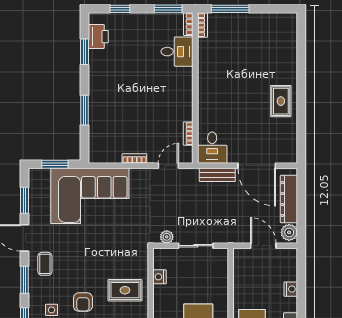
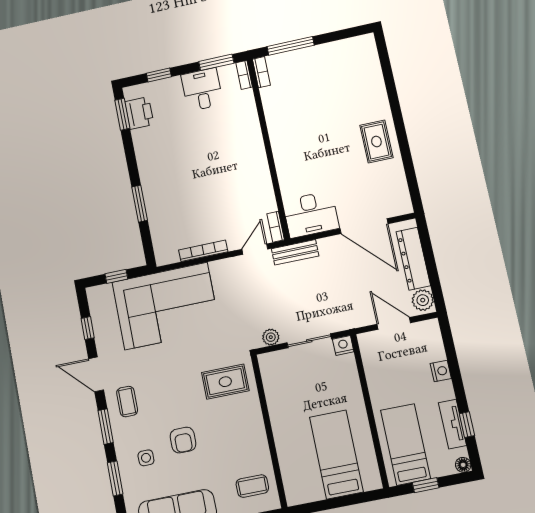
window: (84, 52) -> (122, 114), moved
desk: (177, 52) -> (202, 89), moved, turned -90
bookcase: (188, 134) -> (276, 227), moved
desk: (212, 148) -> (311, 214), width x1.37
bookcase: (134, 159) -> (203, 251), width x1.56
window: (55, 164) -> (116, 276), width x0.67
bench: (217, 175) -> (295, 252), moved
window: (24, 200) -> (88, 328), width x0.67
nightstand: (159, 277) -> (343, 345), moved, turned 90
rug: (125, 290) -> (225, 382), moved

